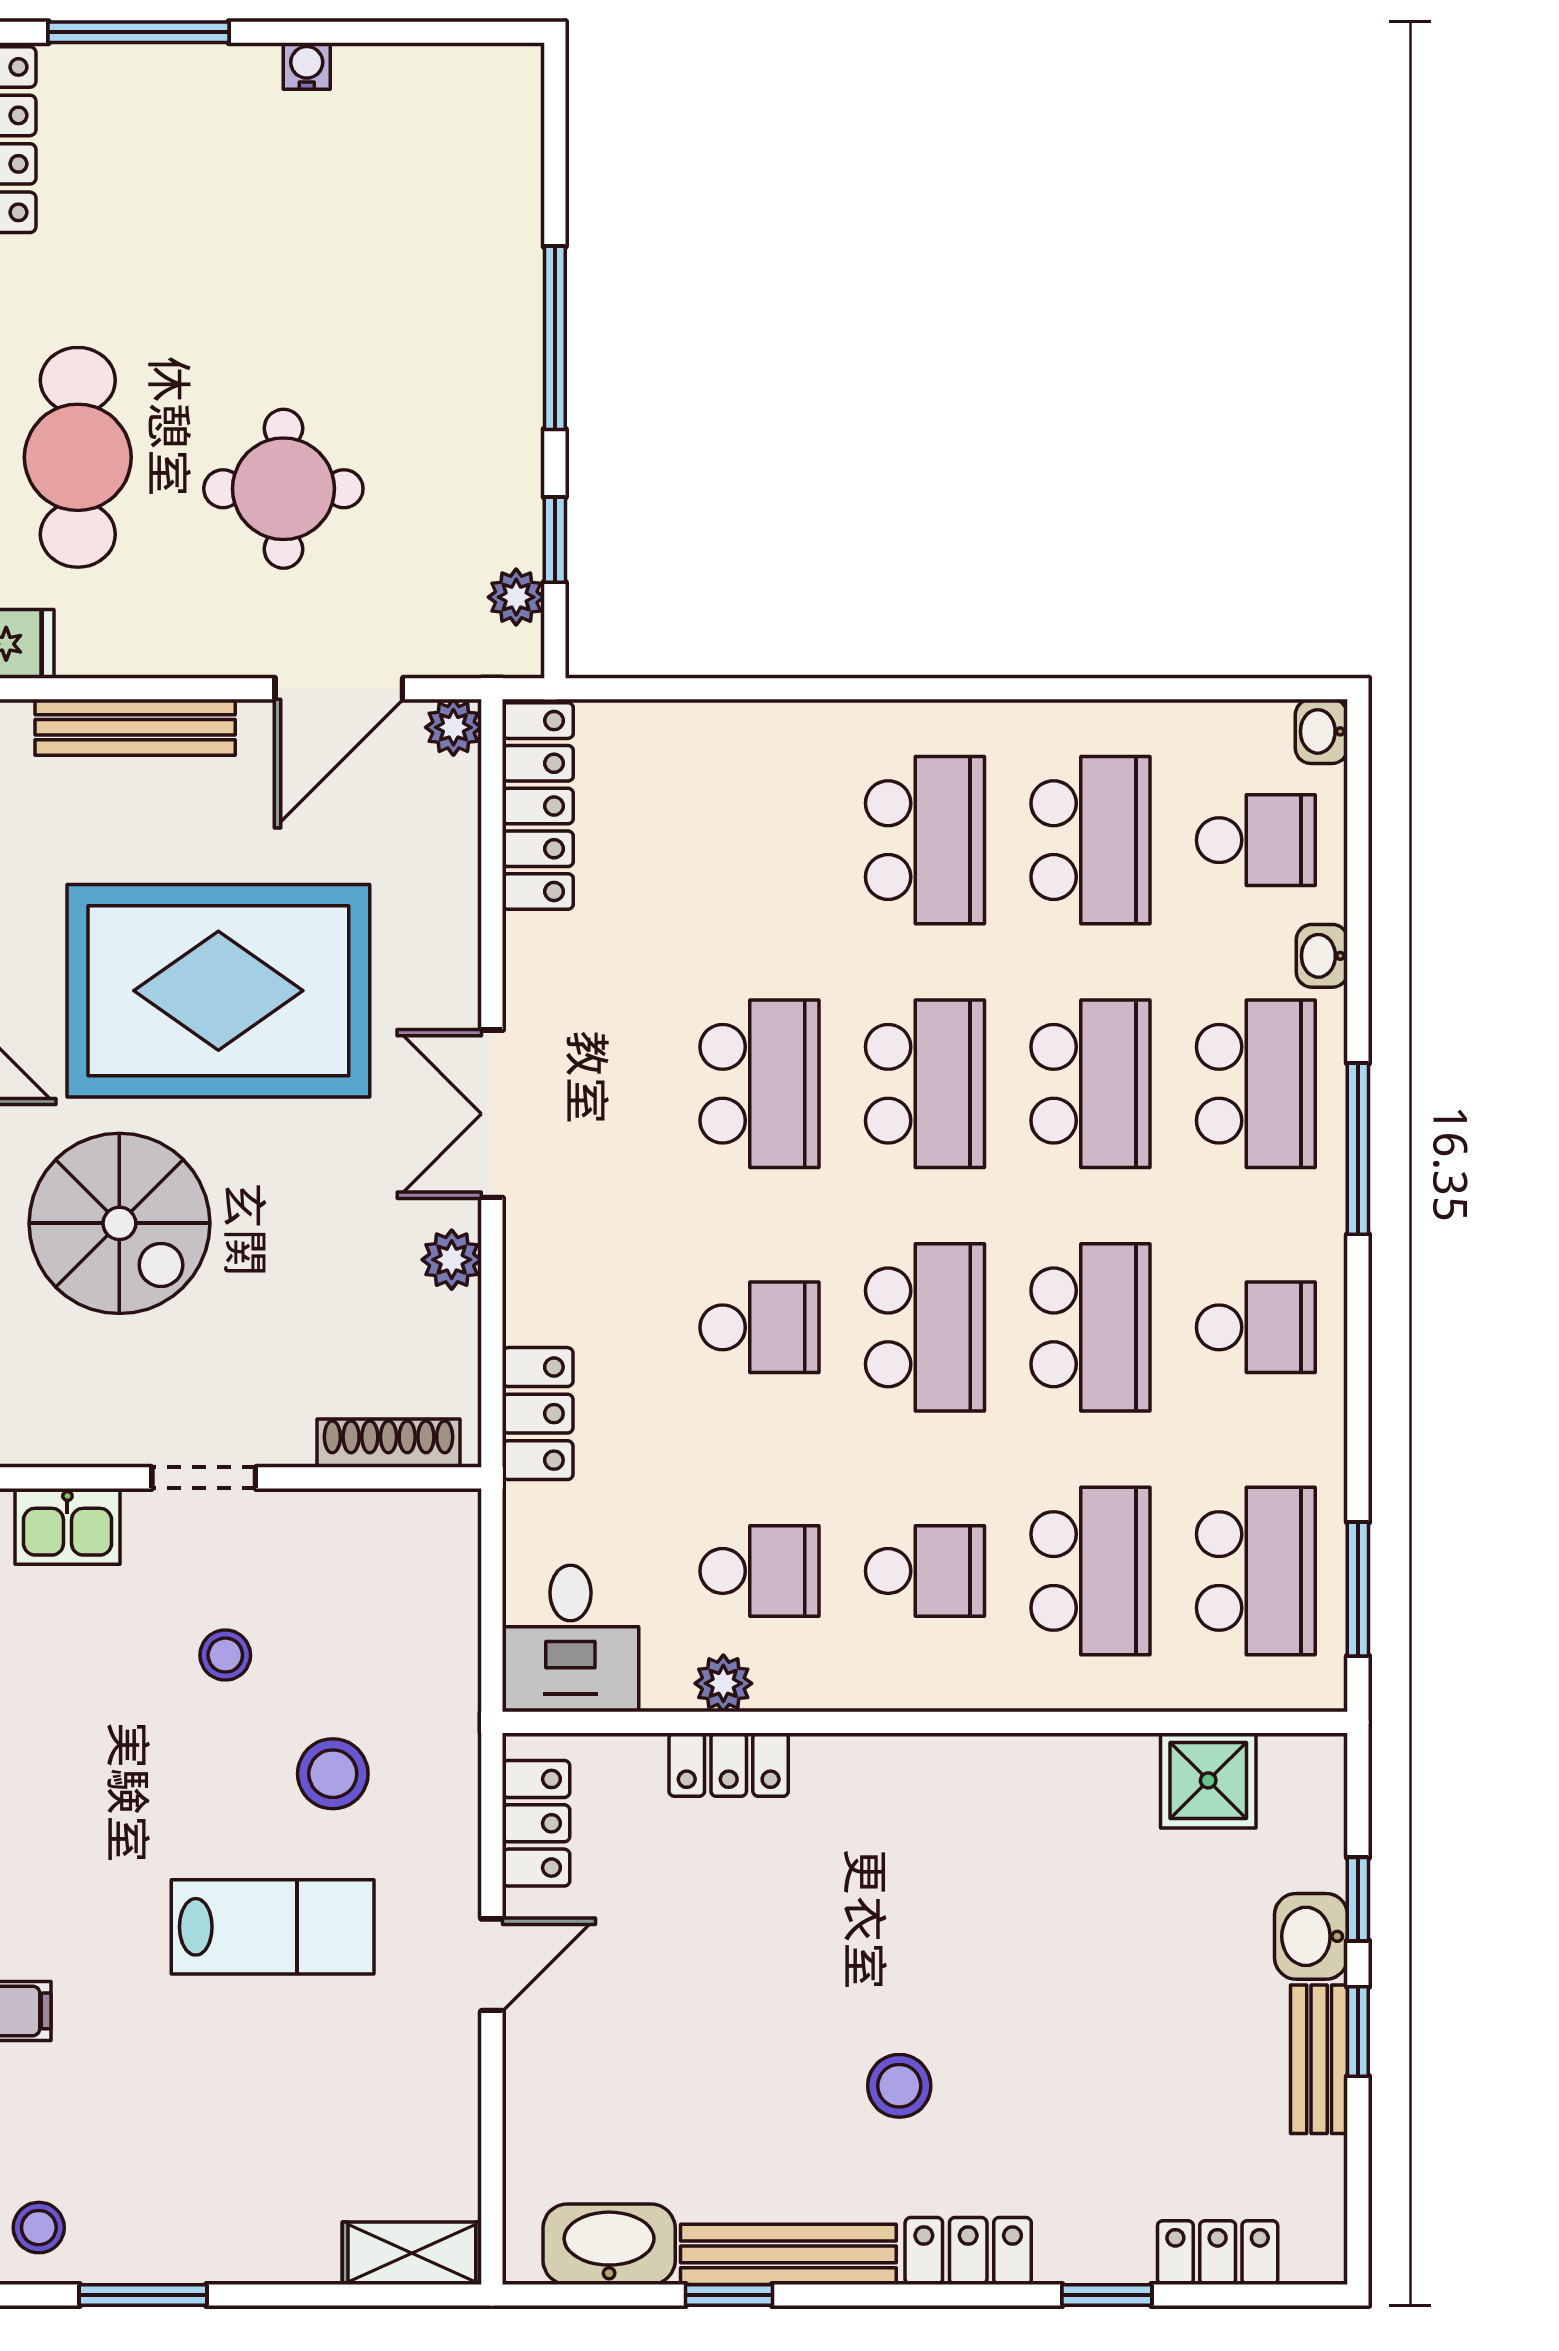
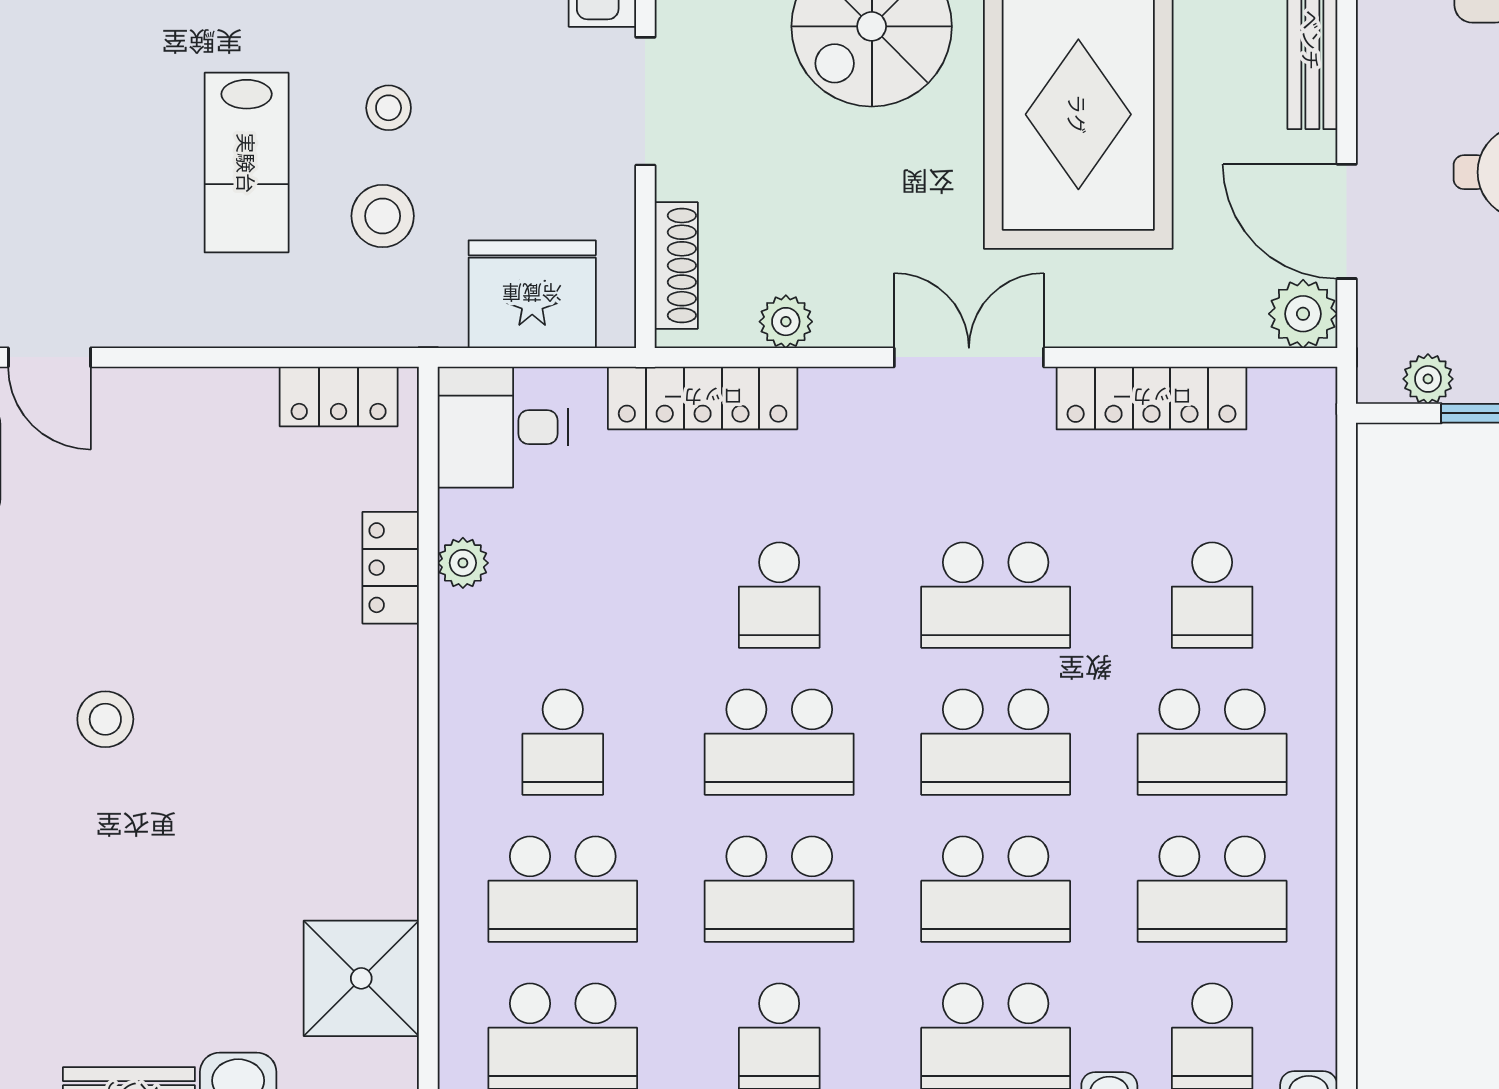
plant: (453, 727) -> (1303, 314), width x1.38, depth x1.38
locker: (538, 806) -> (1152, 398), moved
plant: (452, 1260) -> (786, 322), moved
locker: (538, 1414) -> (703, 398), width x1.53
doorway: (204, 1478) -> (645, 101), width x1.38
school desk: (759, 1571) -> (1212, 595), moved
fridge: (421, 1605) -> (532, 294), added
stool: (225, 1655) -> (389, 108), moved
shower: (1208, 1780) -> (361, 978), width x1.36, depth x1.36
door: (492, 1965) -> (49, 357), moved

